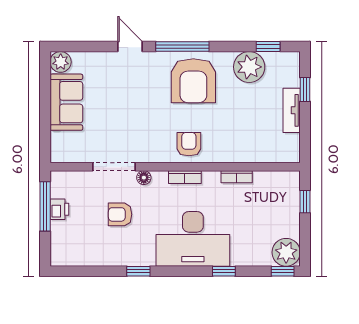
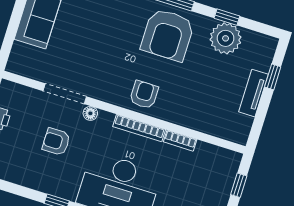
window: (268, 47) -> (227, 17), moved
bookcase: (185, 177) -> (139, 128), width x1.56

